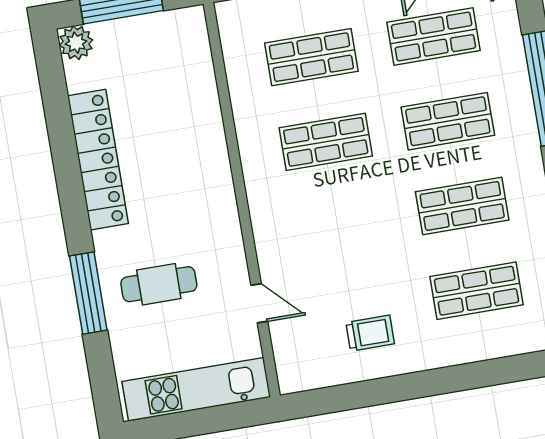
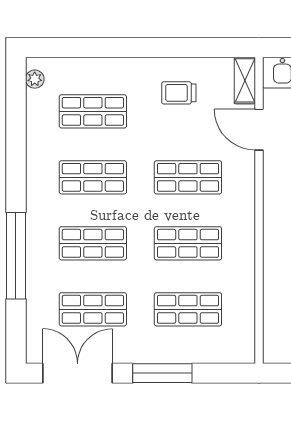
shop shelf: (340, 227) -> (188, 177), added
door: (259, 303) -> (259, 130), width x1.38
shelving: (288, 363) -> (245, 80), added

